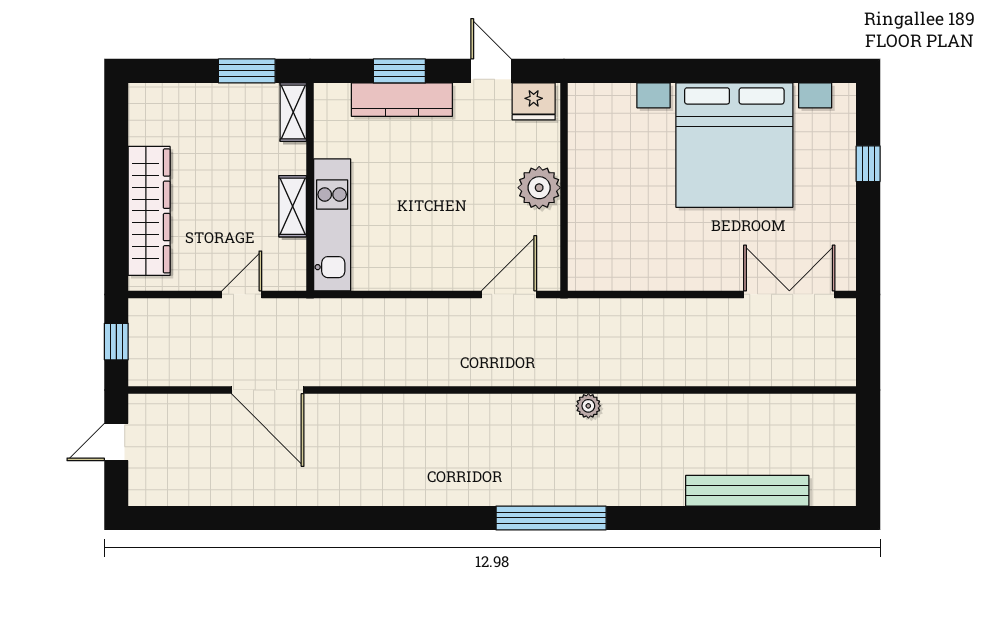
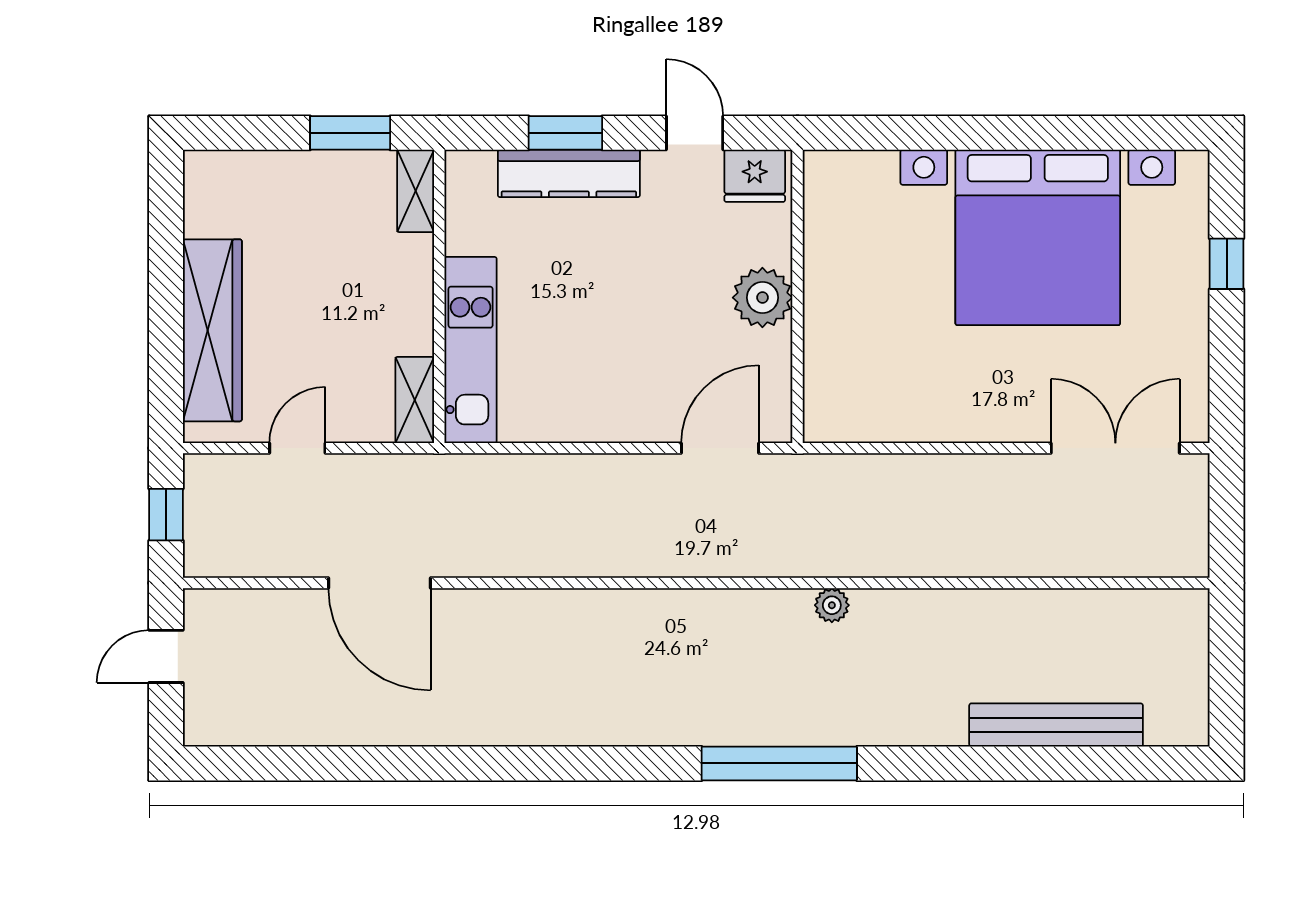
shelving: (293, 206) -> (415, 400), moved
door: (242, 294) -> (297, 448), moved

